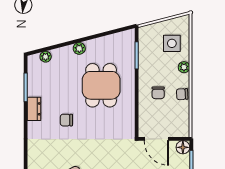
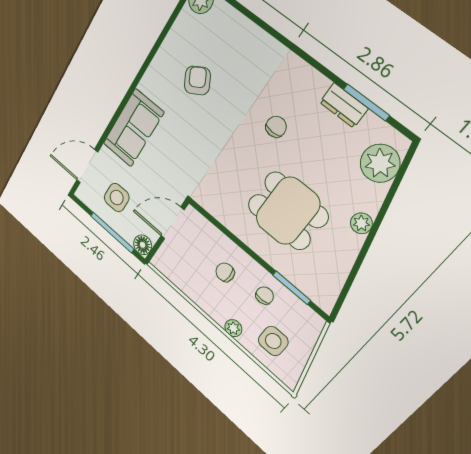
plant: (46, 57) -> (380, 163), width x1.87, depth x1.87
chair: (182, 94) -> (265, 295), moved
dresser: (34, 109) -> (344, 105), moved

